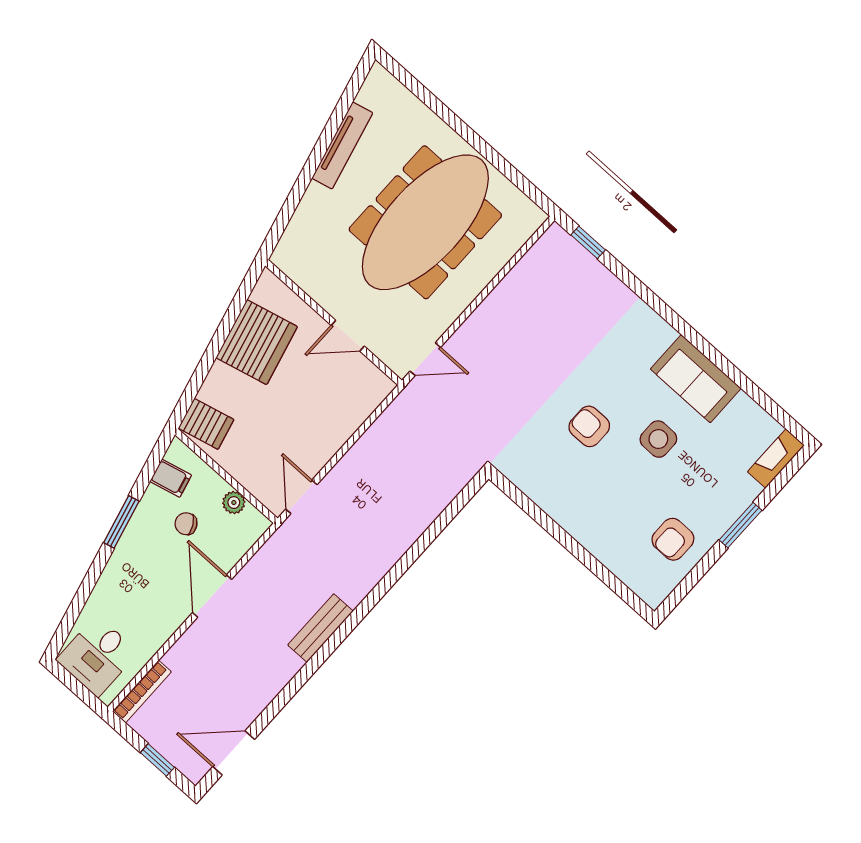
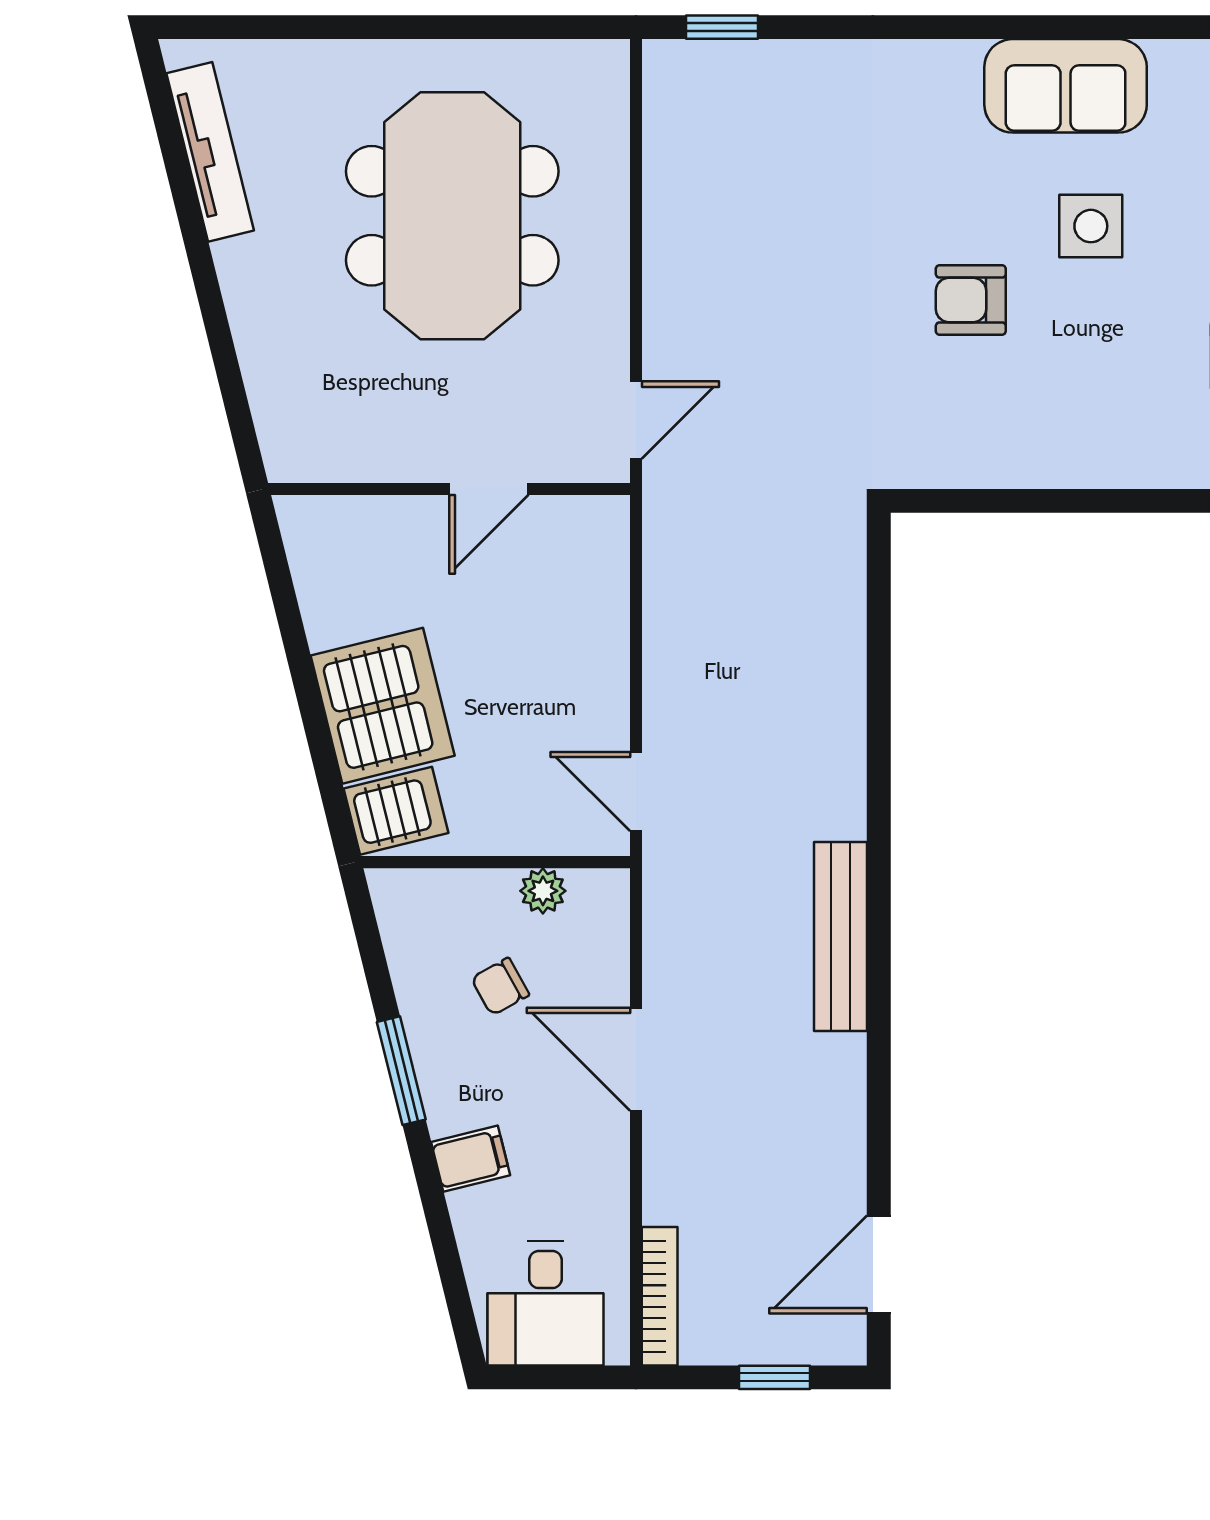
tv unit: (342, 145) -> (210, 152), moved
meeting table: (425, 222) -> (452, 216), width x0.73
server rack: (257, 342) -> (383, 706), moved
filing cabinet: (171, 478) -> (471, 1159), moved
bench: (320, 628) -> (840, 936), width x1.36

